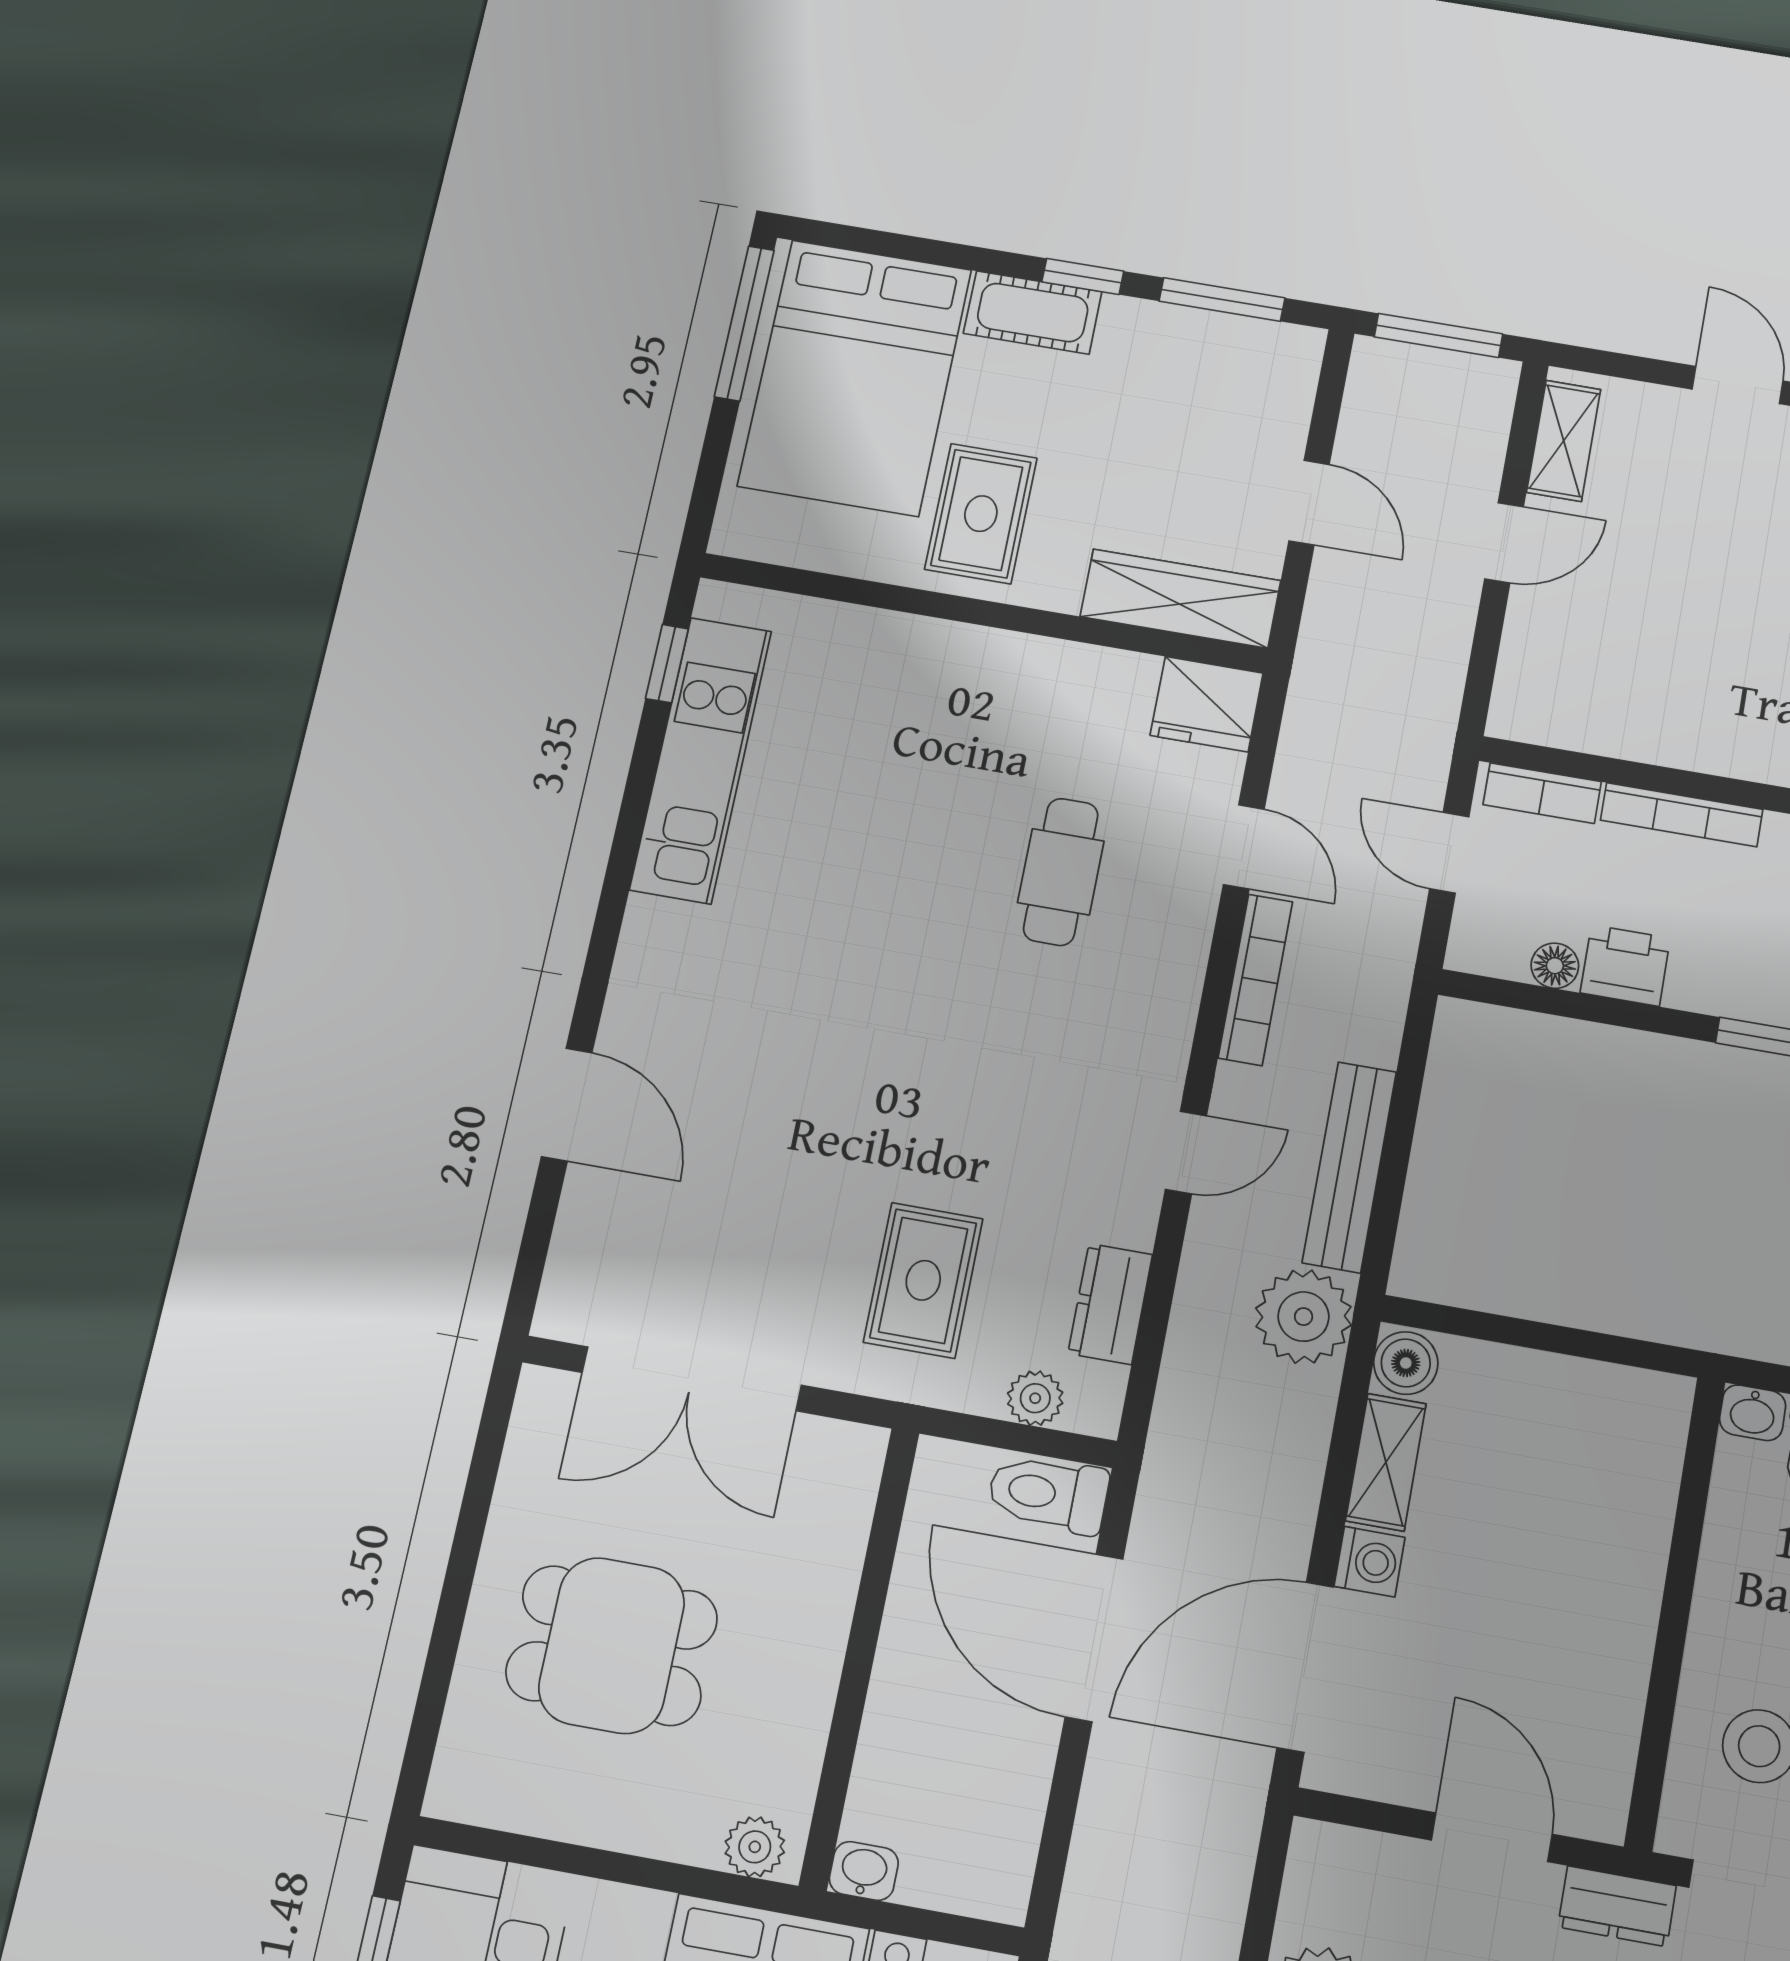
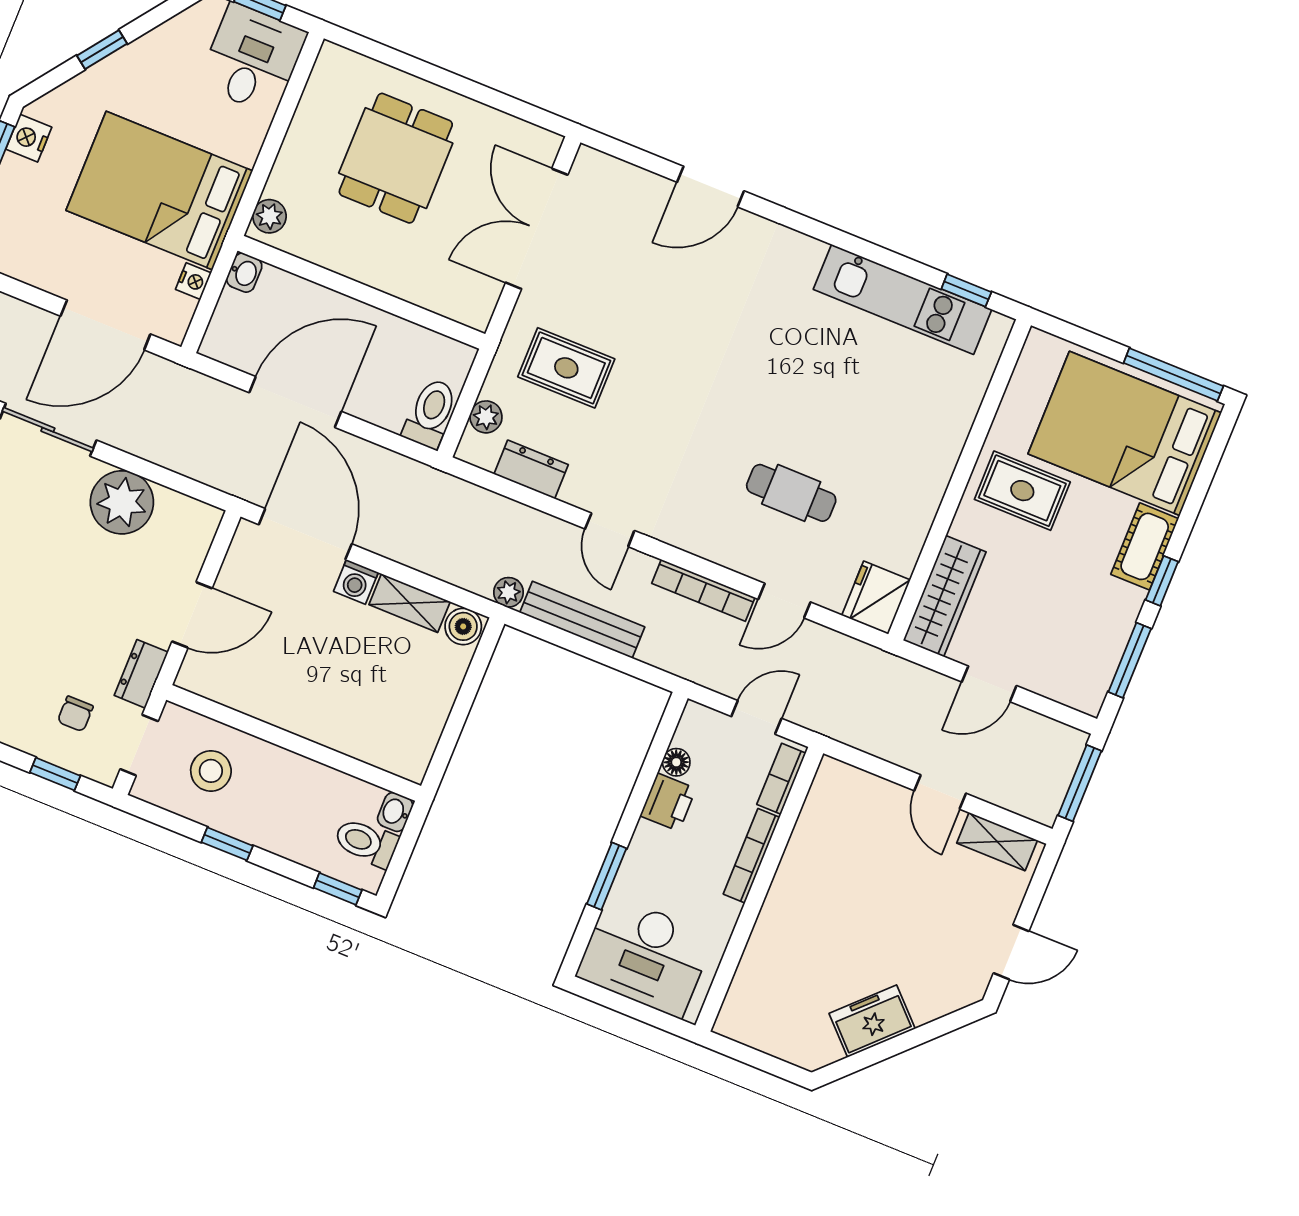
plant: (1304, 1317) -> (509, 592), width x0.53, depth x0.53
door: (1094, 1638) -> (295, 402), moved

